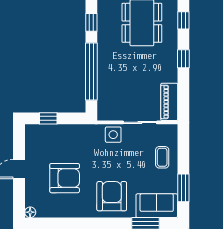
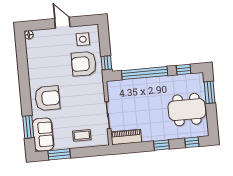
window: (48, 118) -> (106, 63), moved
side table: (113, 135) -> (83, 39), moved
armchair: (65, 178) -> (84, 64), moved, turned 90

